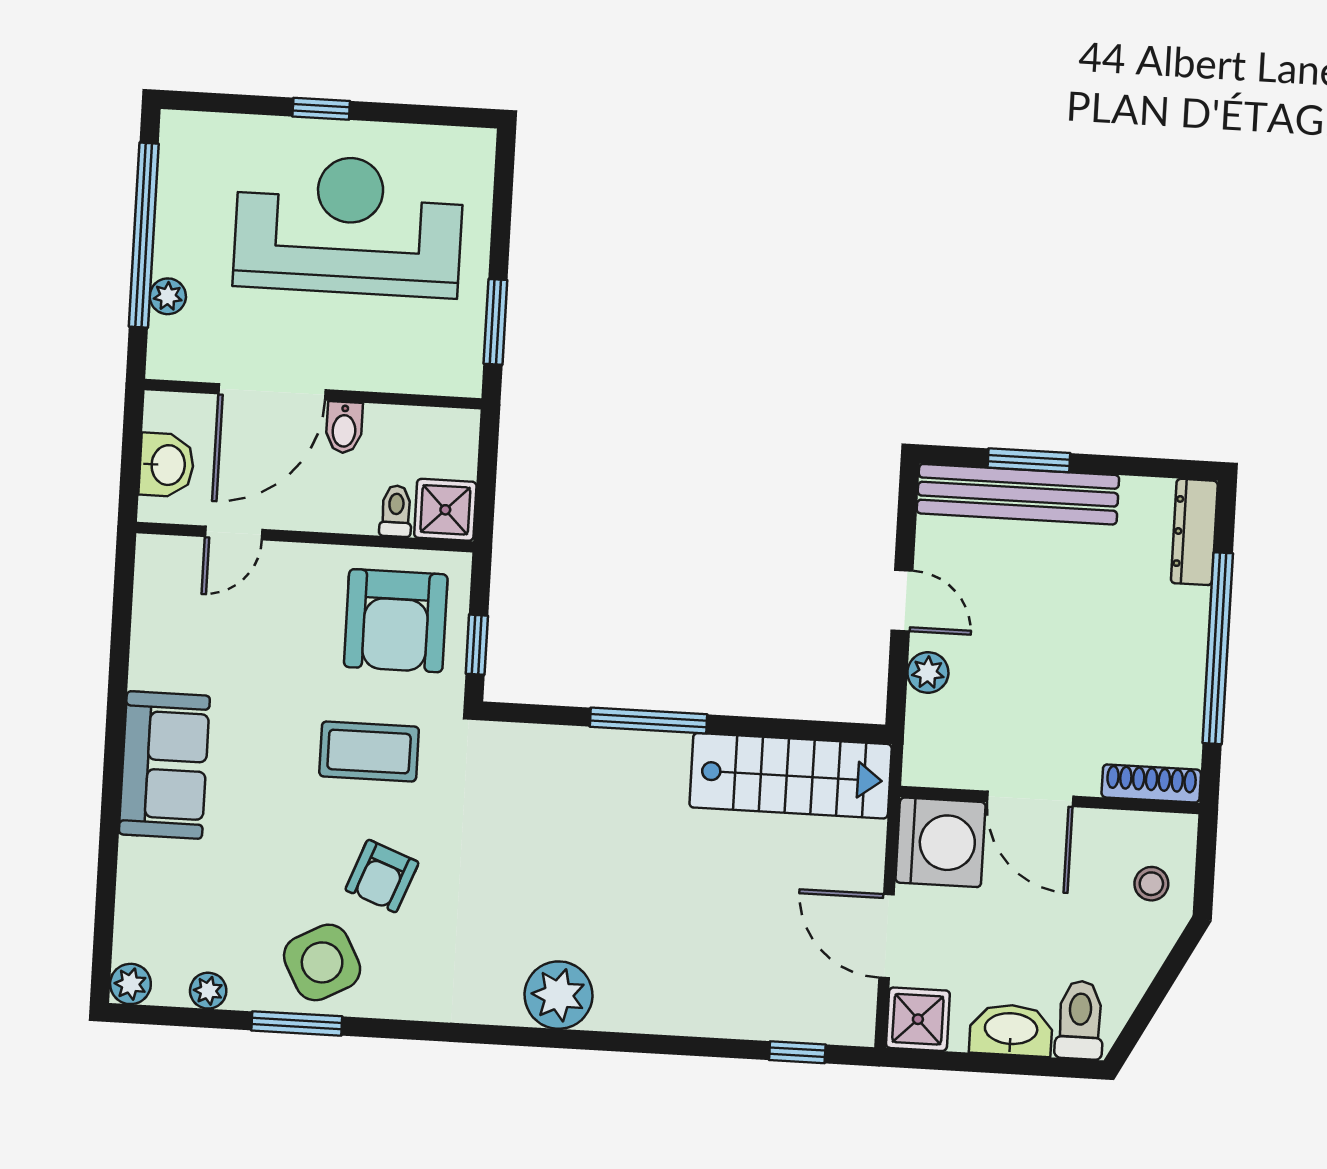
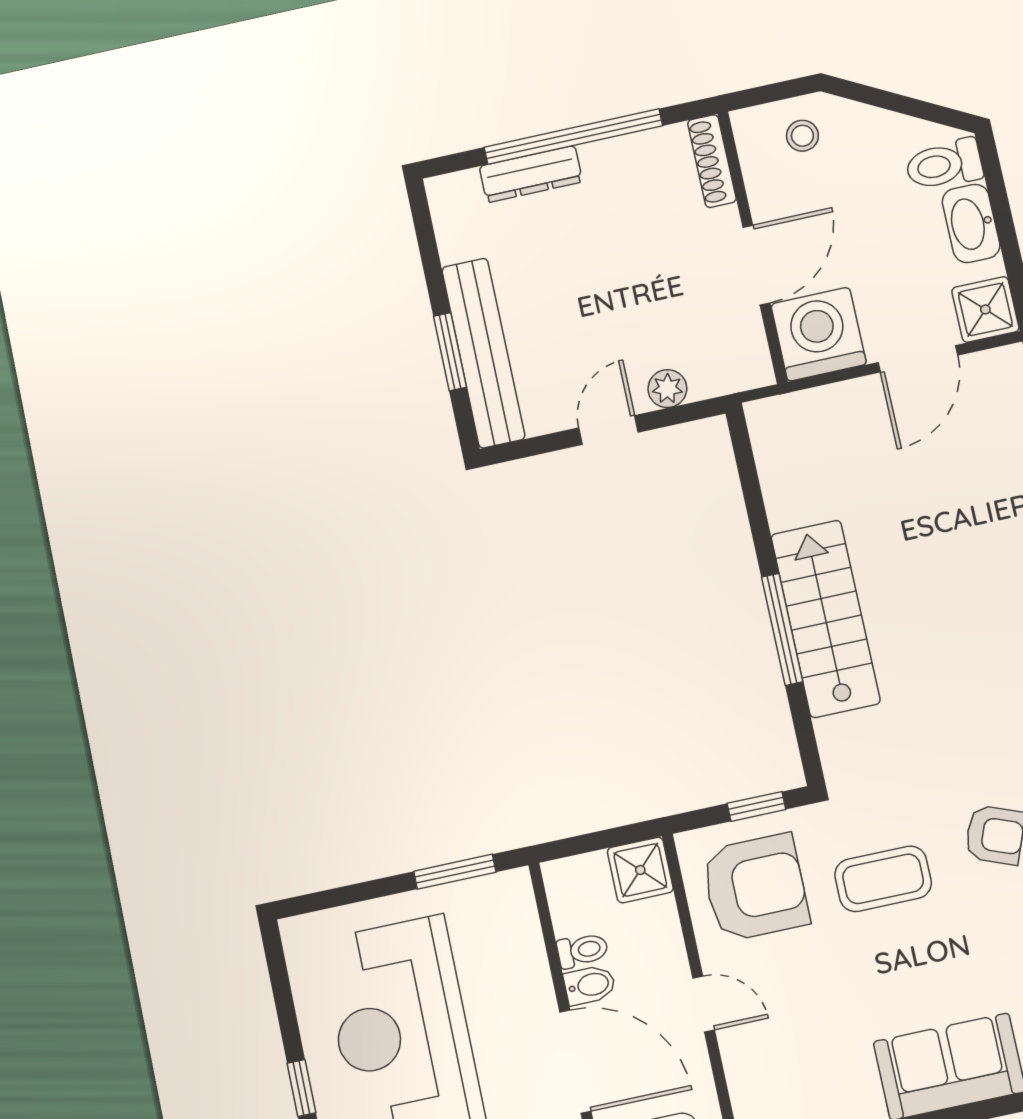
toilet: (396, 511) -> (582, 950), moved, turned 180
dresser: (1194, 532) -> (531, 174), moved
door: (234, 533) -> (704, 1004), moved
coffee table: (369, 752) -> (883, 879), turned 90
stairs: (791, 776) -> (826, 619), moved

